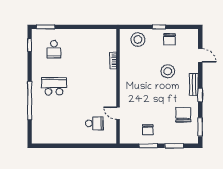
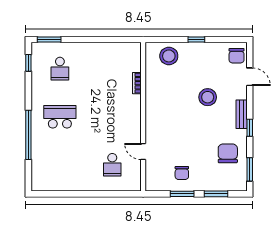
chair: (169, 39) -> (237, 56), moved
school desk: (94, 123) -> (112, 165), turned 90

